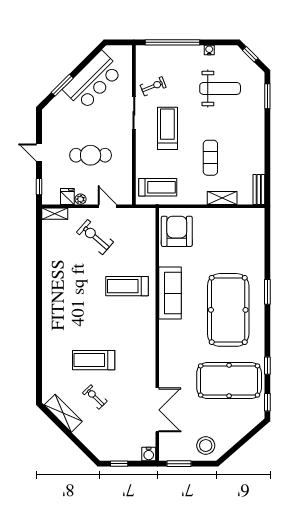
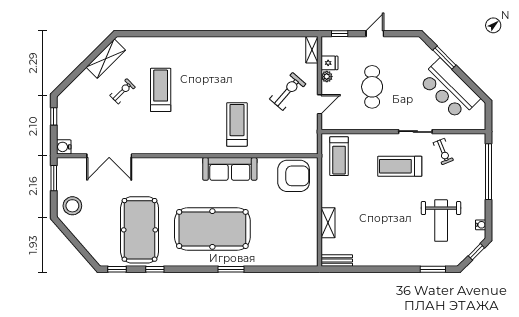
water cooler: (209, 50) -> (481, 225), moved
treadmill: (167, 128) -> (400, 166), turned 180
exercise mat: (210, 158) -> (370, 211), removed

